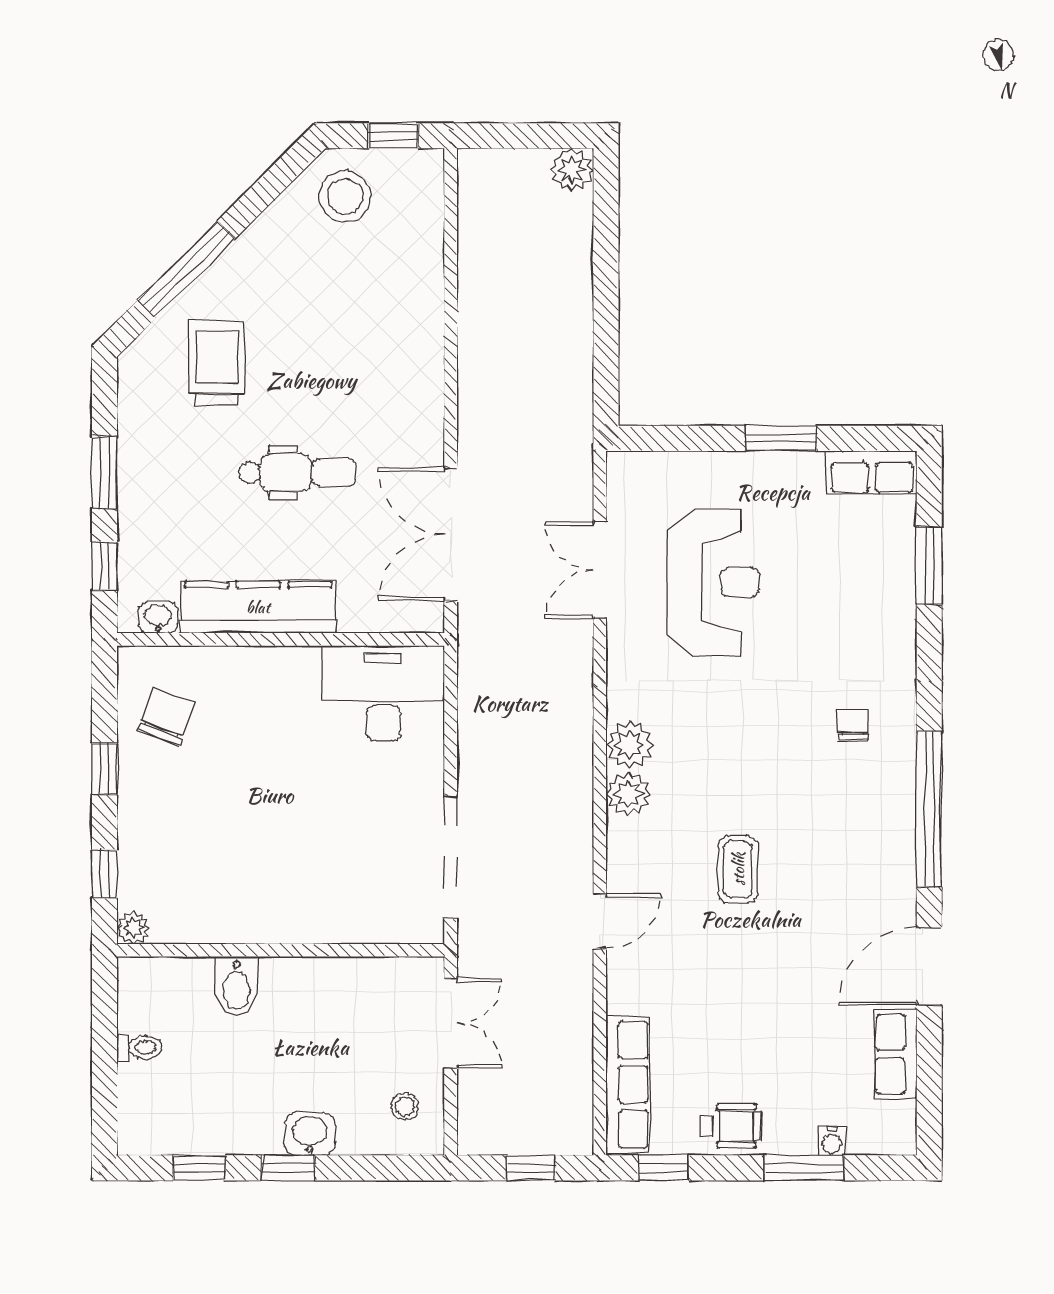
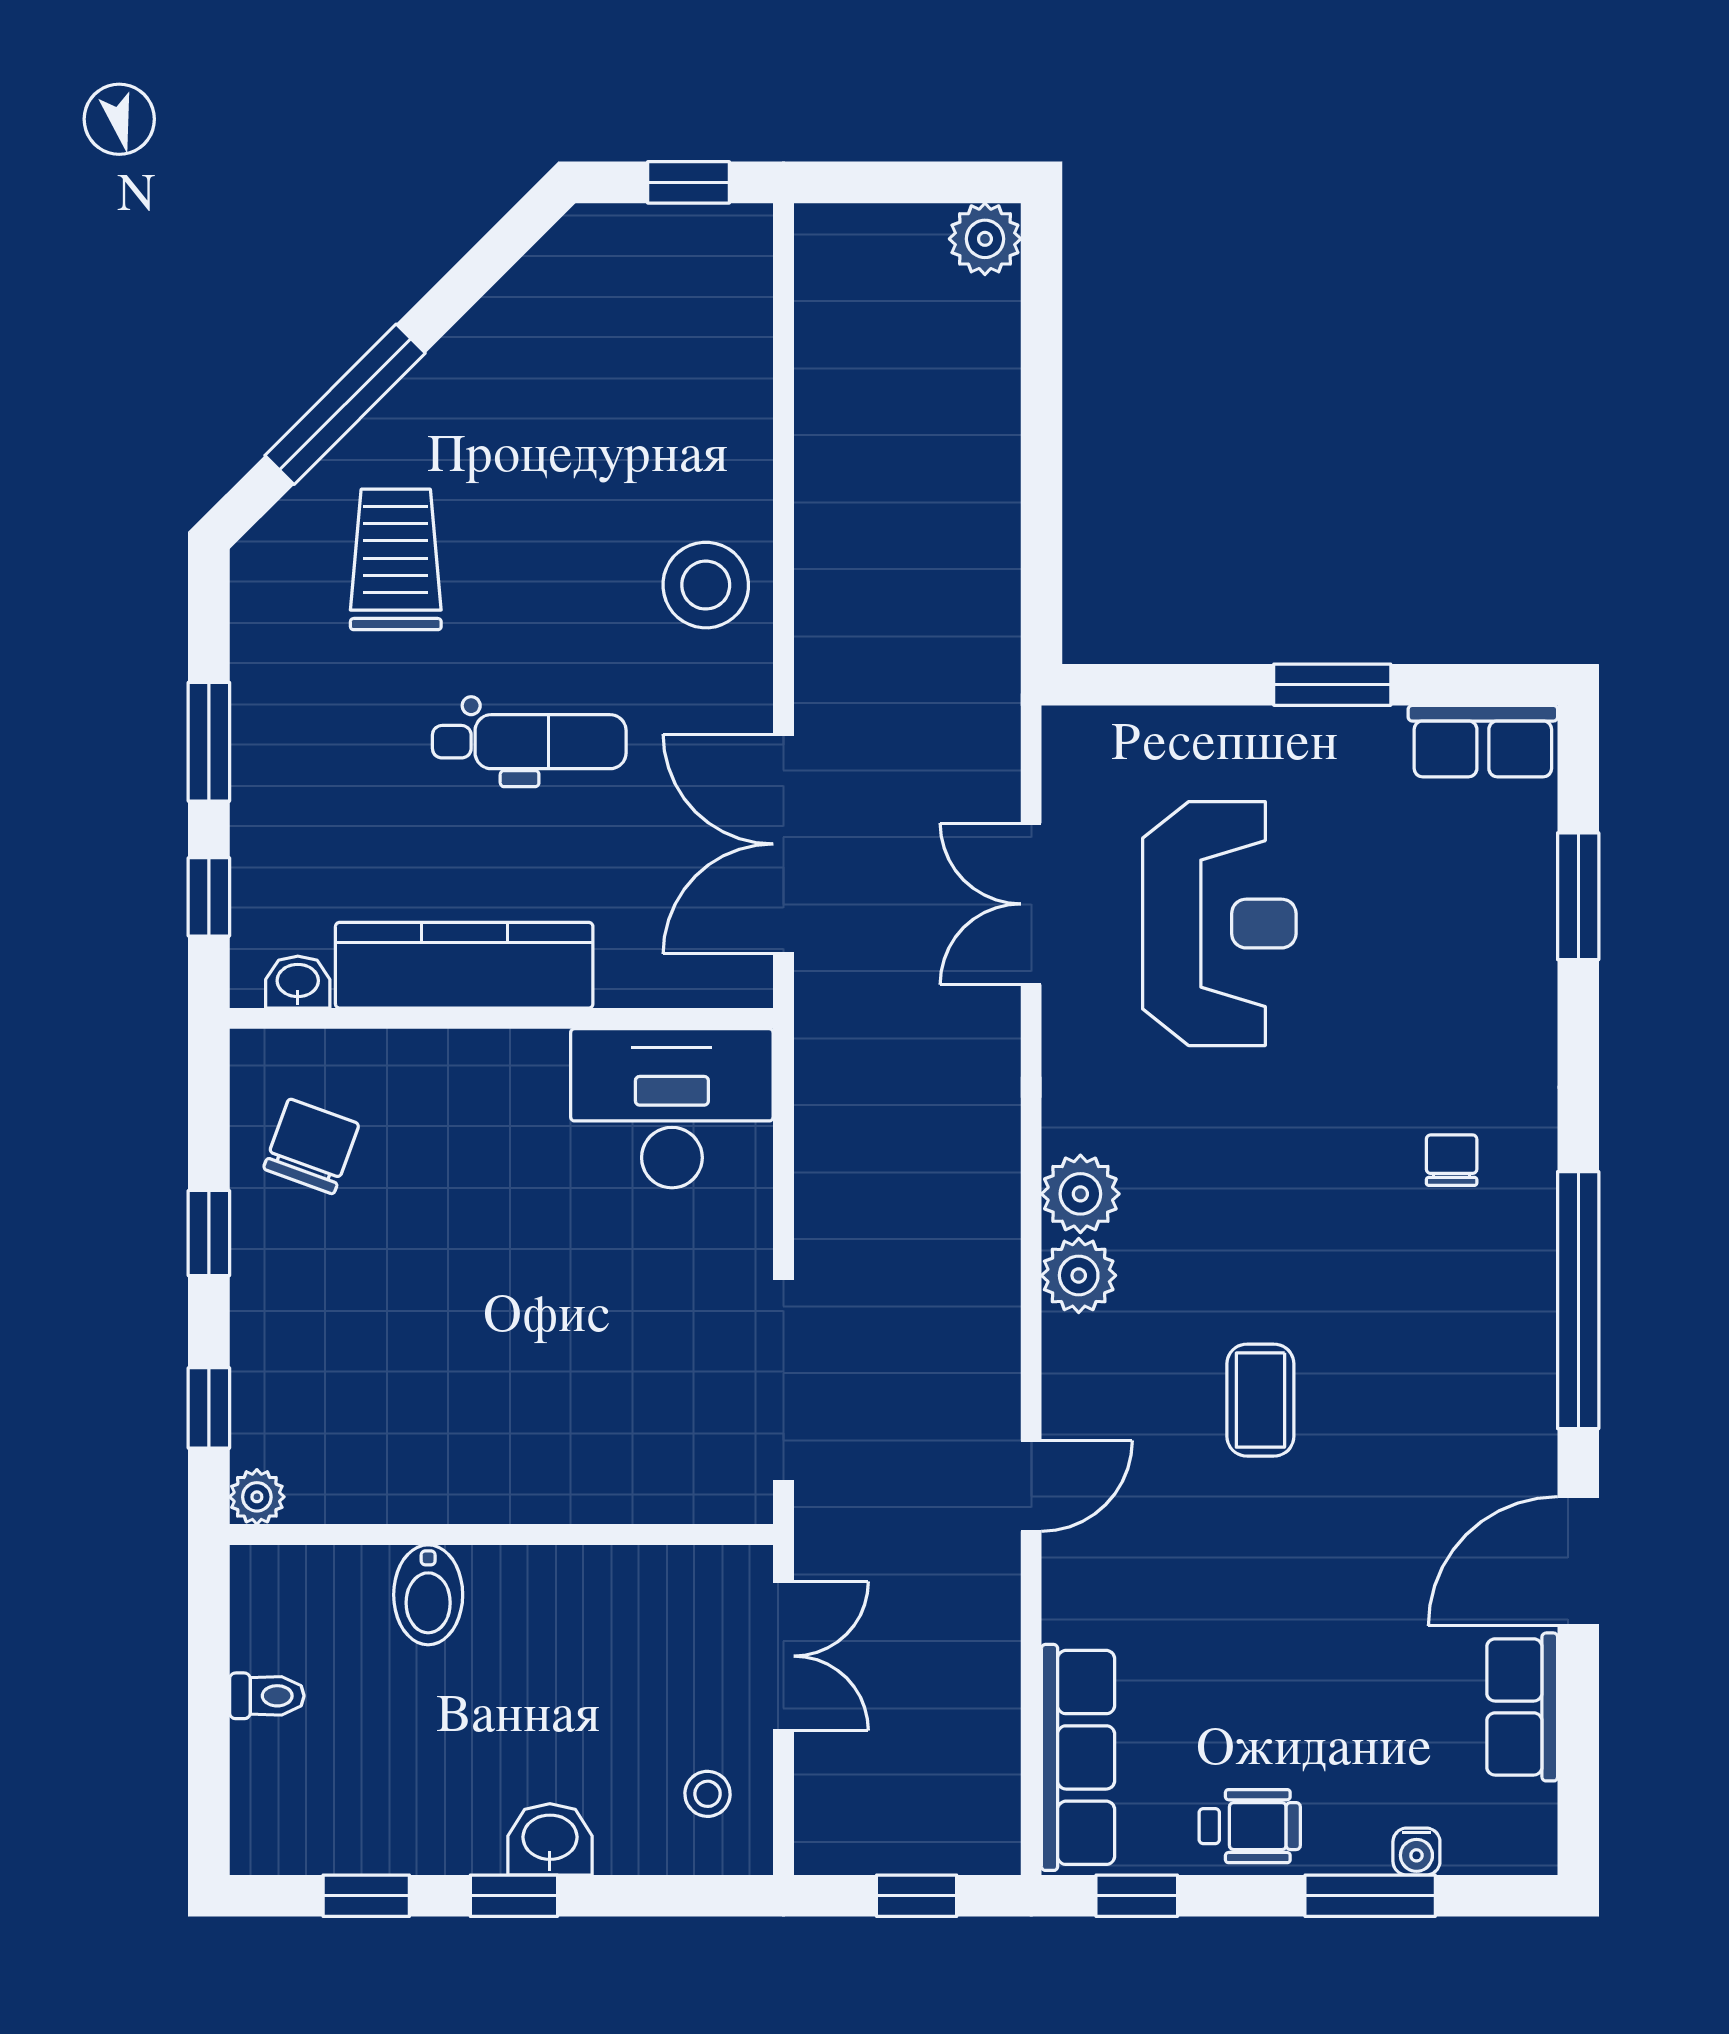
stool: (345, 196) -> (706, 585), moved

